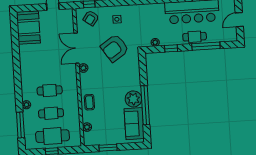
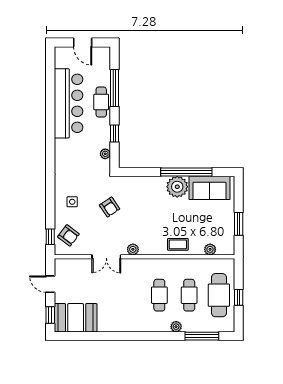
window: (29, 8) -> (50, 315), added
double door: (76, 48) -> (106, 257), width x0.73
armchair: (115, 48) -> (110, 207), width x0.53, depth x0.53

